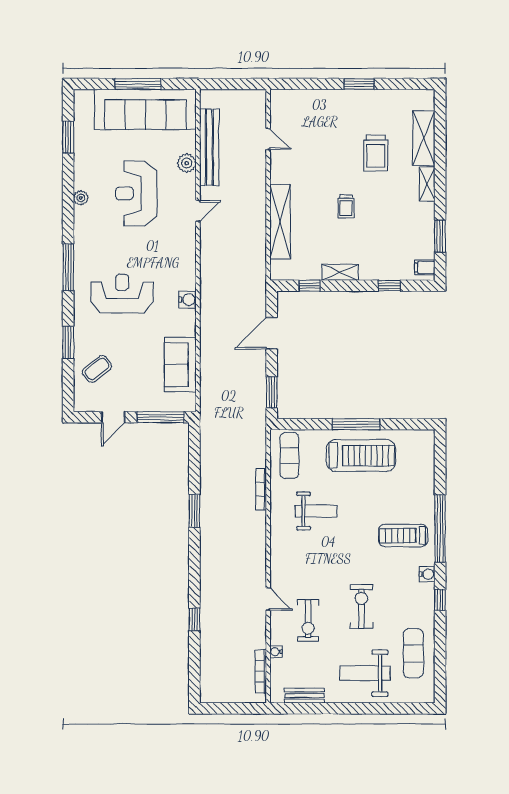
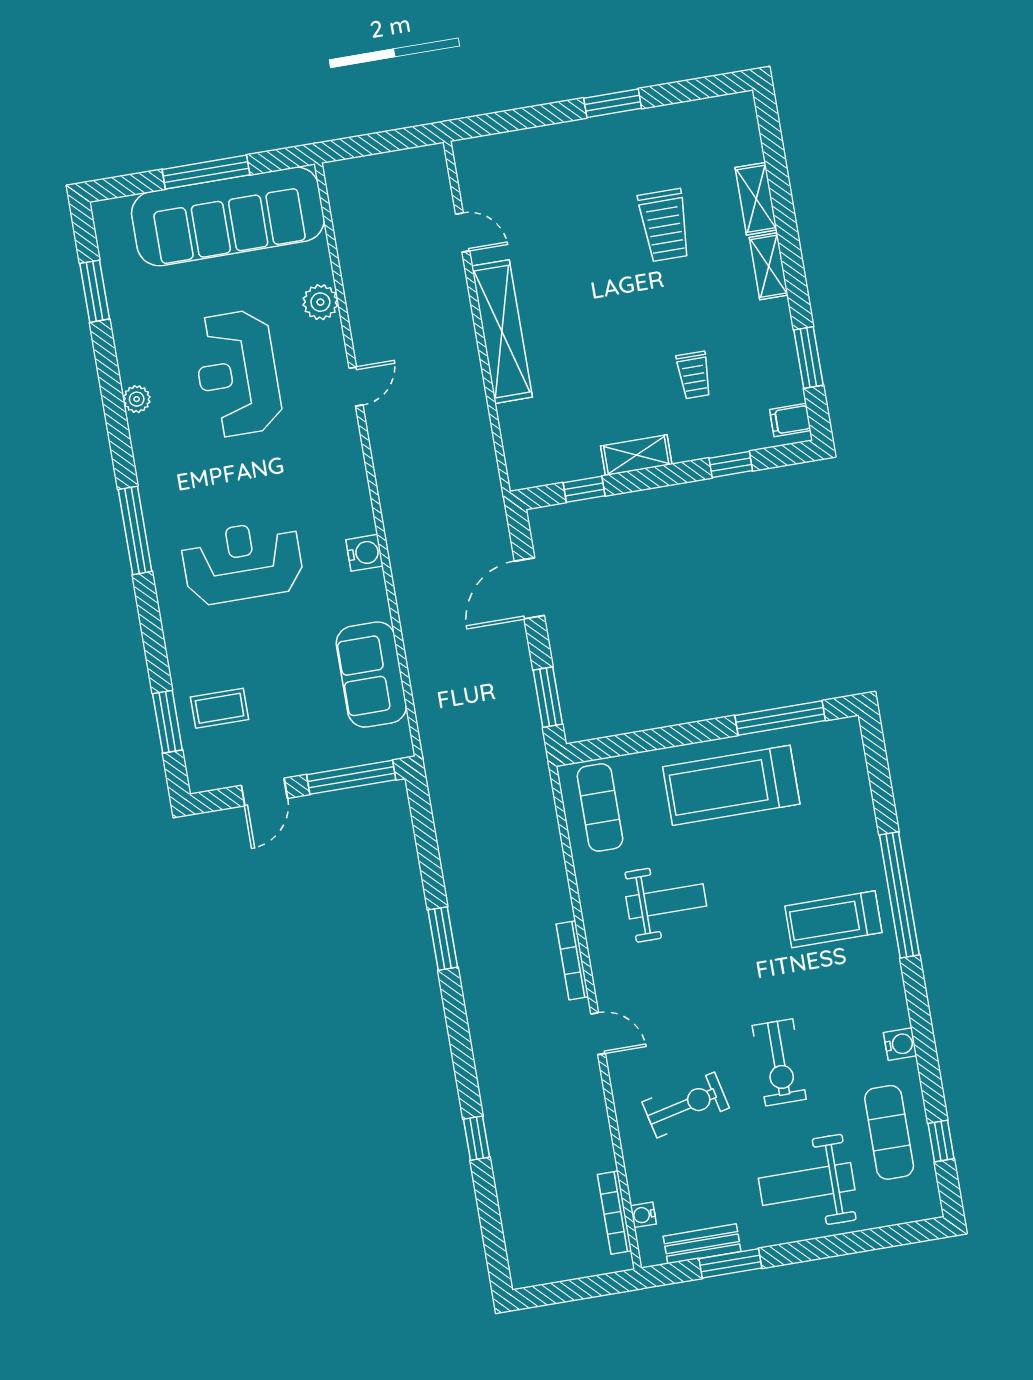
shelving: (424, 138) -> (756, 199), width x0.67, depth x0.75
bench: (209, 147) -> (357, 266), removed
trolley: (346, 206) -> (694, 375), moved
shelving: (280, 222) -> (502, 332), moved
window: (68, 342) -> (167, 722), moved
coffee table: (97, 369) -> (220, 708), turned 38
window: (356, 424) -> (780, 718), moved
treadmill: (361, 456) -> (731, 785), turned 180
bookcase: (261, 489) -> (572, 960), moved
water cooler: (427, 574) -> (900, 1044), moved
door: (268, 599) -> (598, 1034), moved
window: (440, 600) -> (941, 1141), moved
exercise bike: (361, 606) -> (779, 1062), turned 180
exercise bike: (308, 621) -> (686, 1105), turned -103
water cooler: (276, 652) -> (643, 1215), moved
window: (318, 708) -> (730, 1263), added

